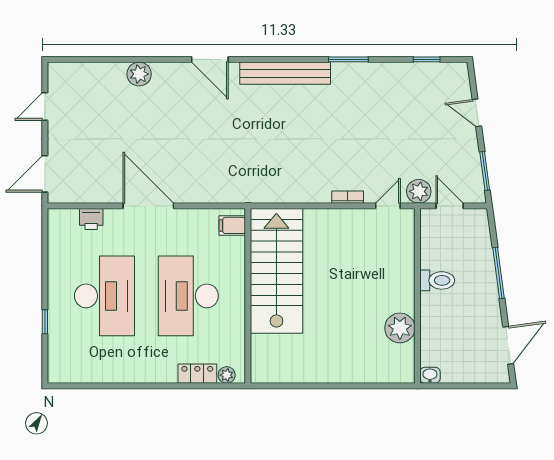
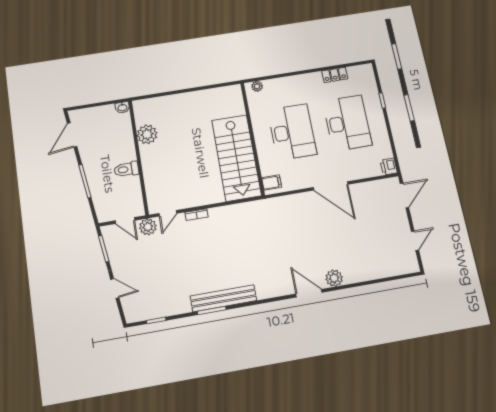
bench: (285, 73) -> (223, 298), moved
plant: (139, 74) -> (334, 278), moved
printer: (91, 219) -> (389, 167), moved, turned -90
desk: (105, 296) -> (347, 123), turned 180
locker: (197, 374) -> (335, 75), moved

